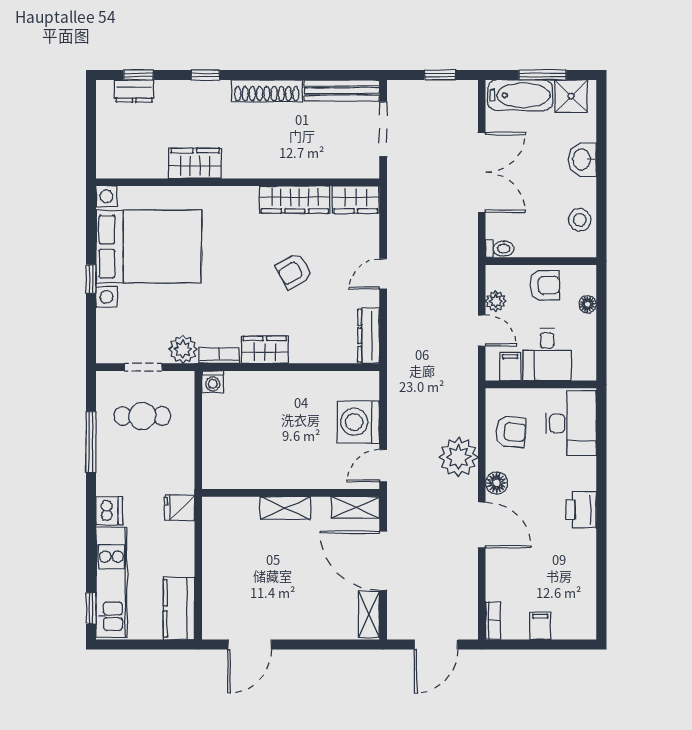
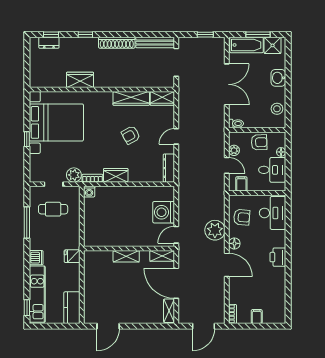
desk: (547, 355) -> (272, 170), moved, turned -90

